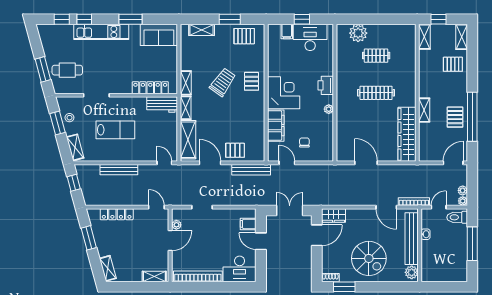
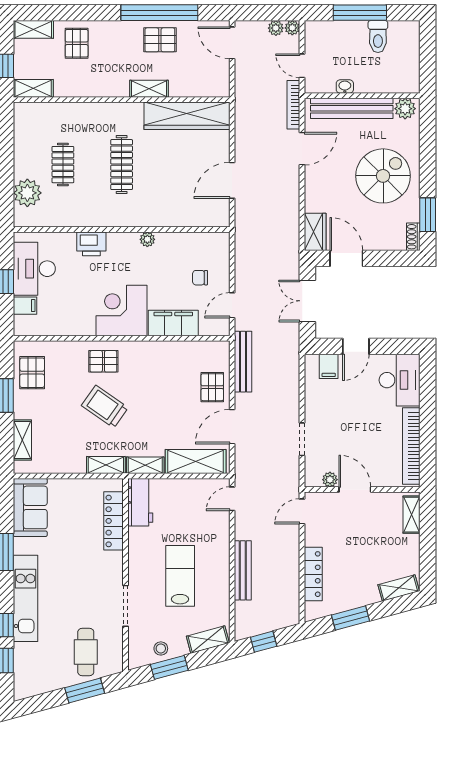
printer: (326, 85) -> (91, 244), moved
toilet: (457, 217) -> (378, 37), moved

